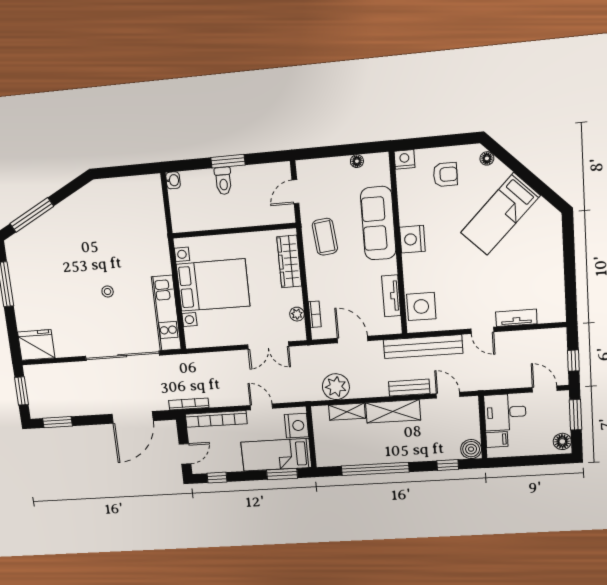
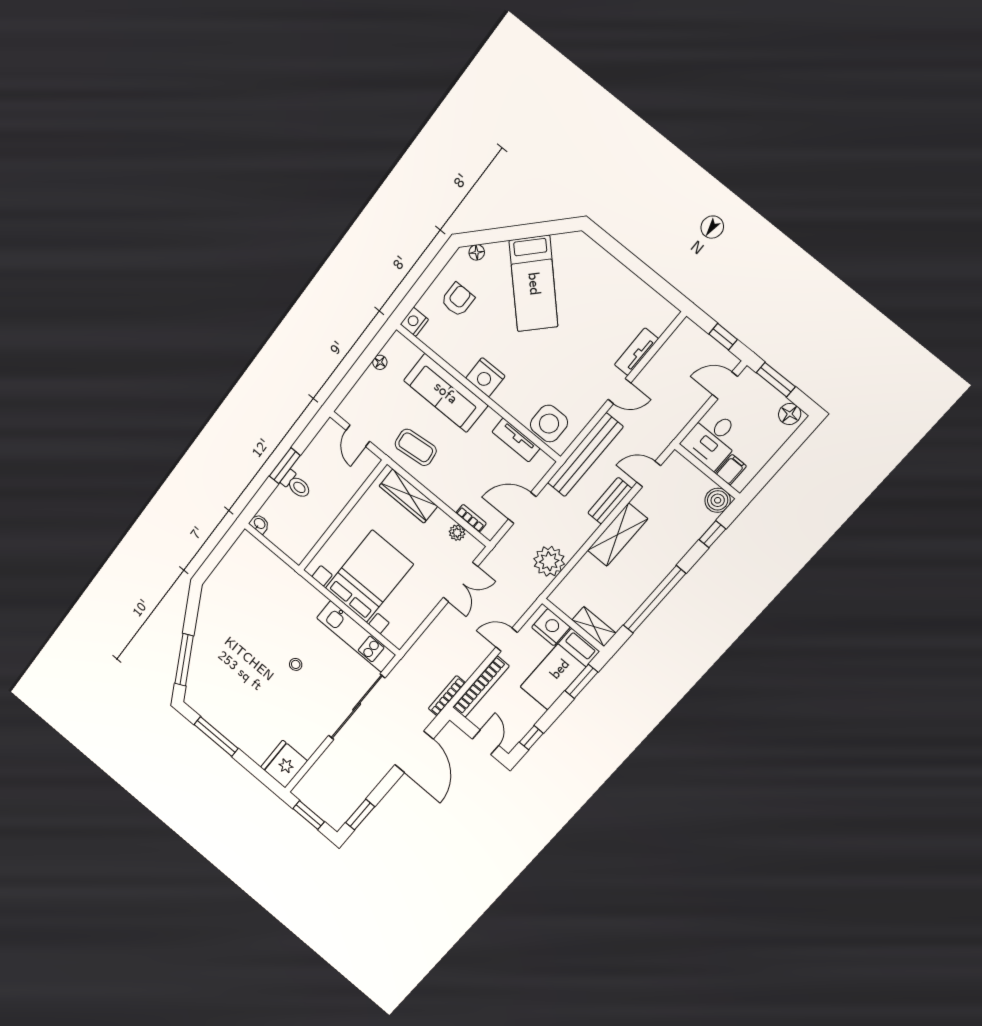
shelving: (347, 412) -> (594, 627), moved, turned 90

